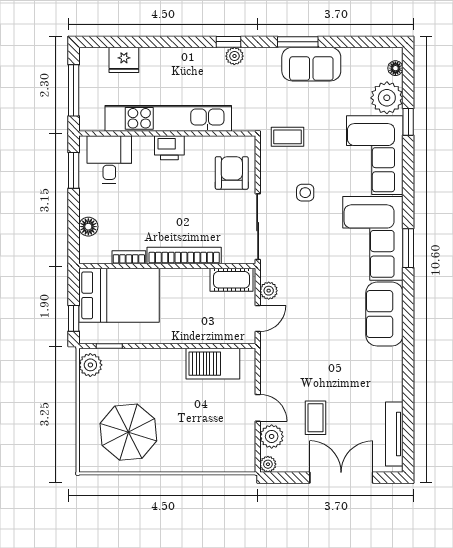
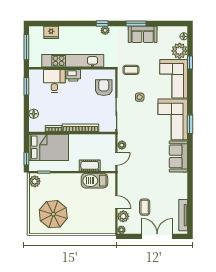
desk: (109, 159) -> (54, 81), moved
cot: (232, 280) -> (90, 165), moved

